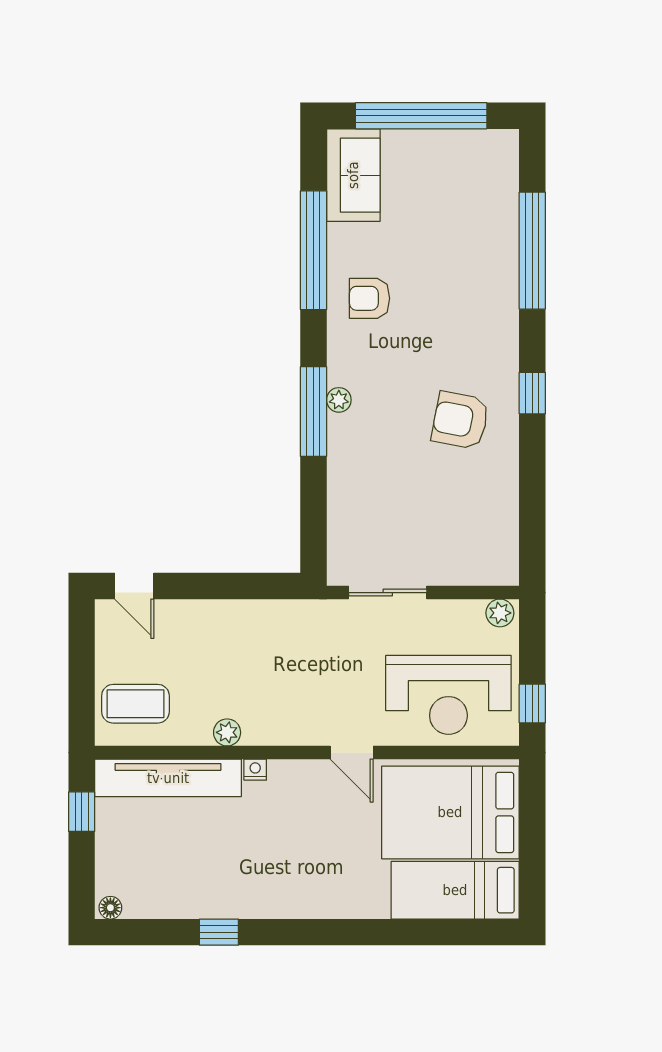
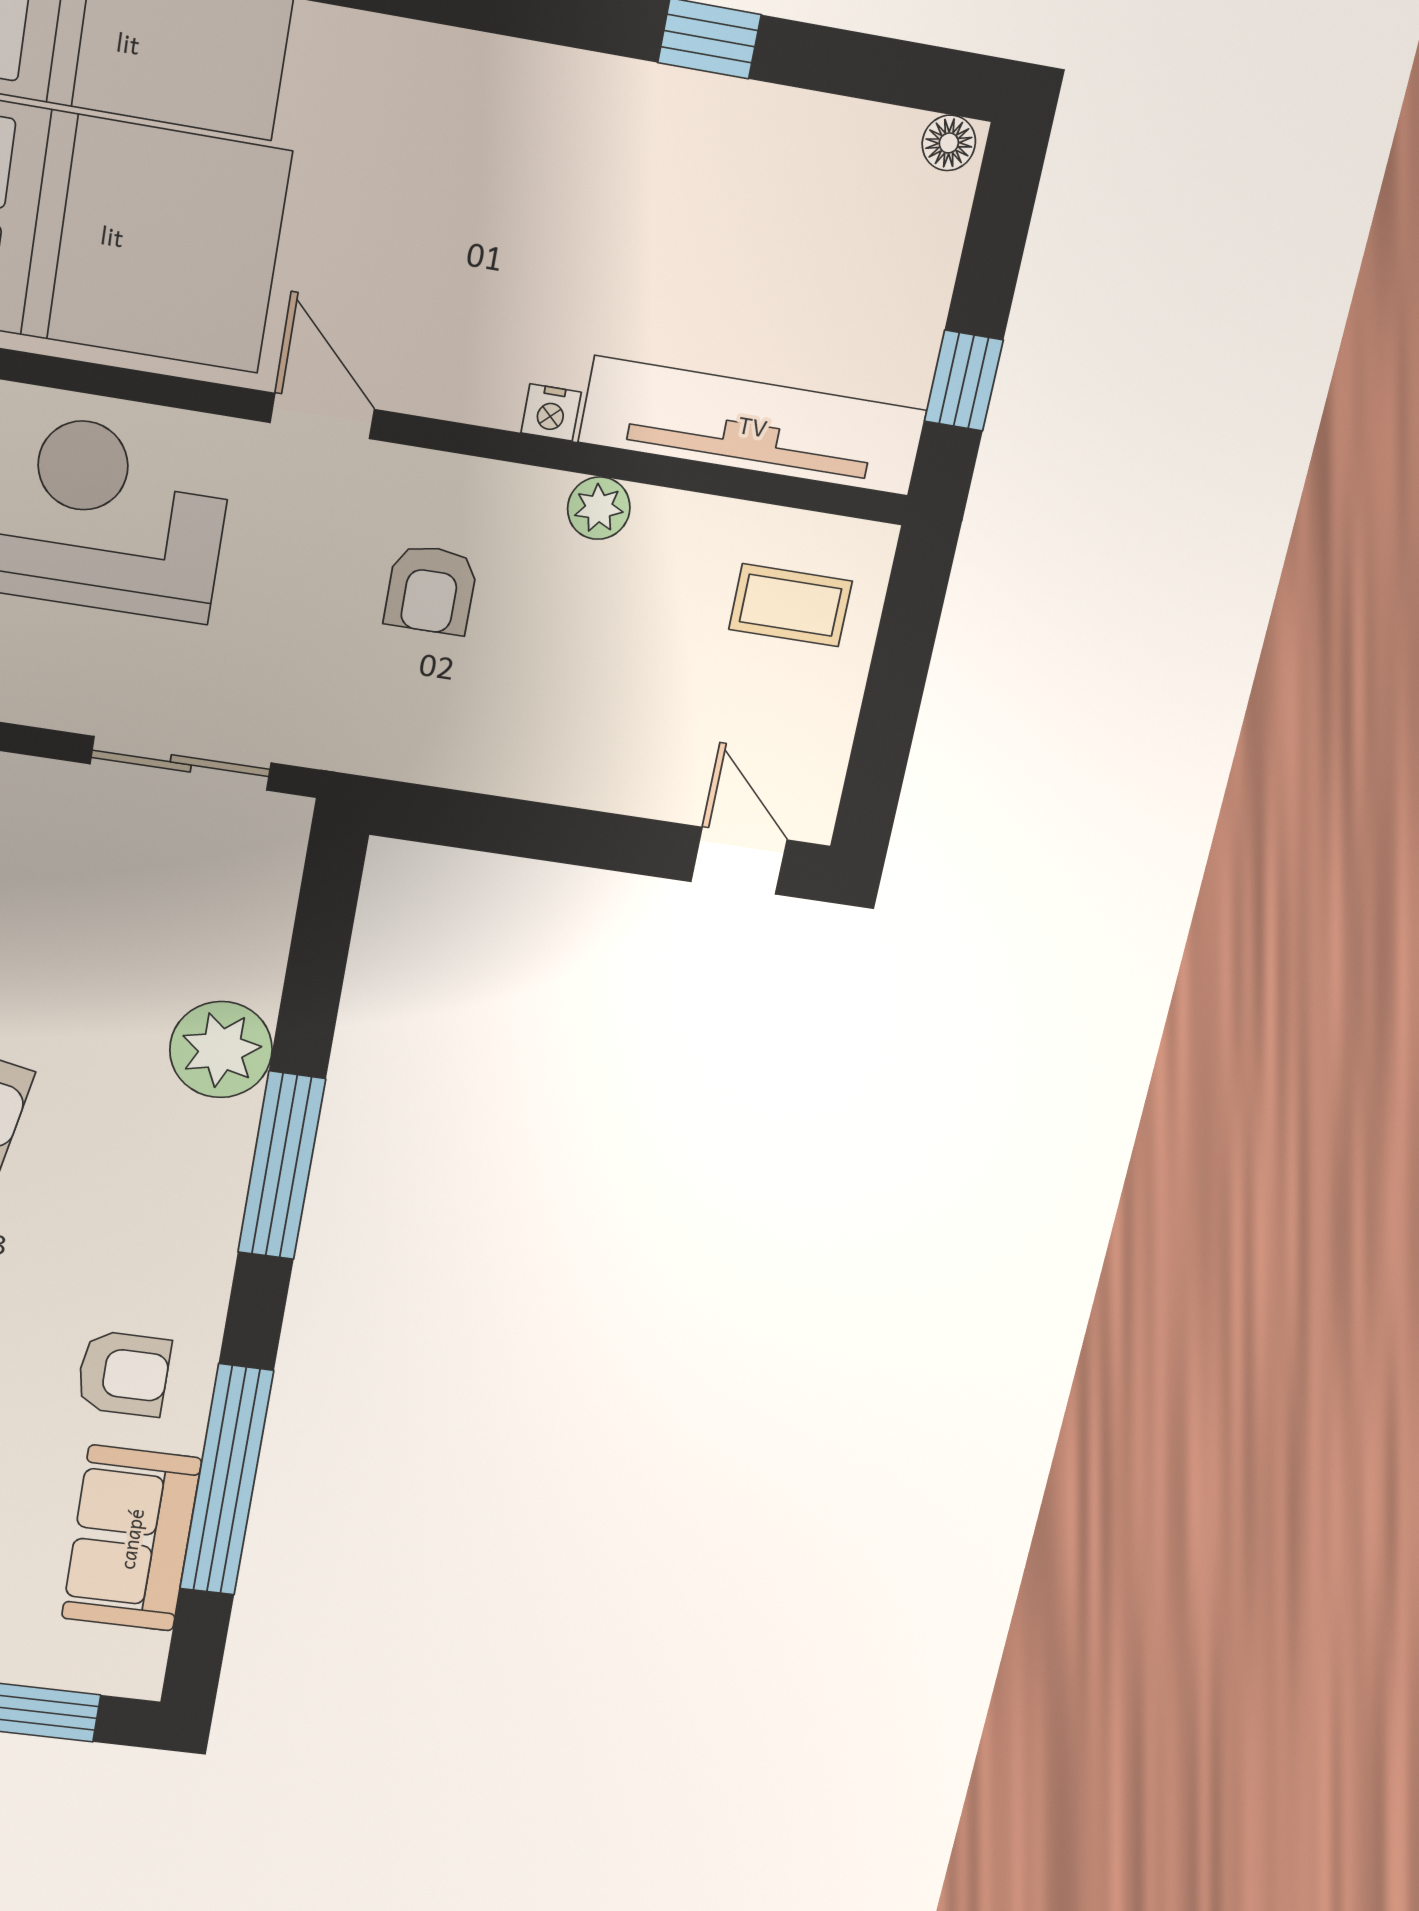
sofa: (353, 175) -> (131, 1539), moved
plant: (339, 400) -> (221, 1050), moved, width x1.87, depth x1.87
armchair: (293, 686) -> (431, 590), added
coffee table: (135, 704) -> (791, 605), width x0.73, depth x0.77

